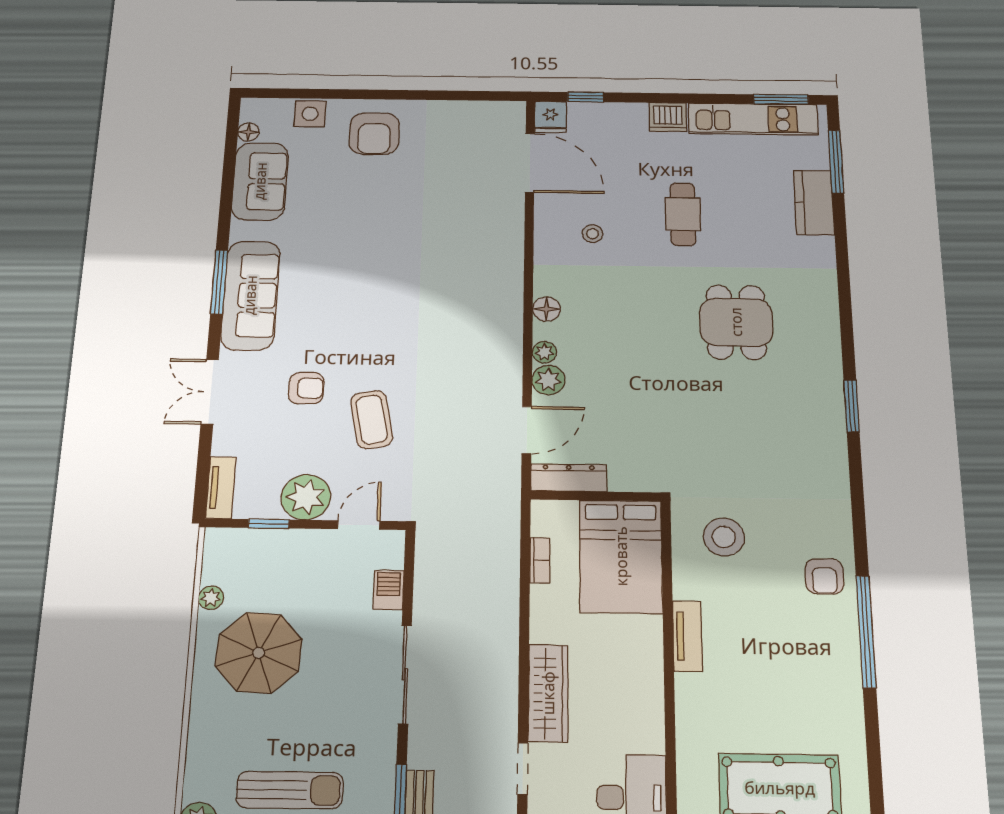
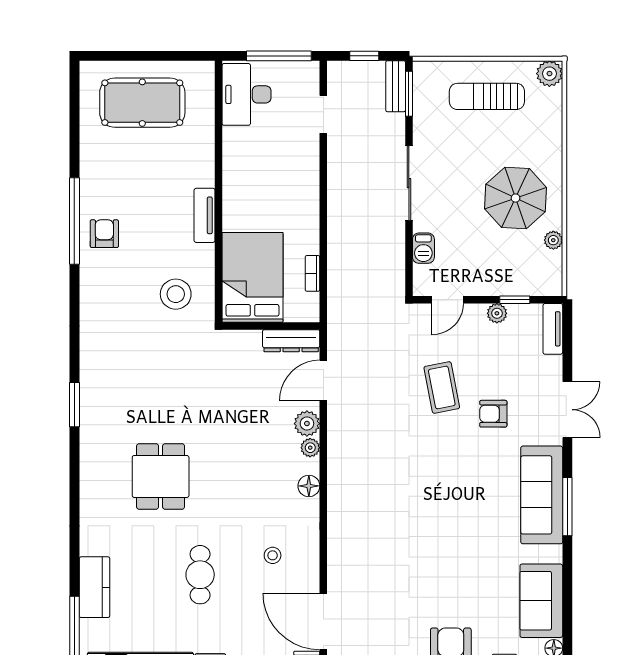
plant: (306, 497) -> (497, 313), width x0.53, depth x0.53
armchair: (824, 576) -> (104, 234), moved
wardrobe: (548, 693) -> (306, 171), removed

